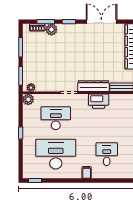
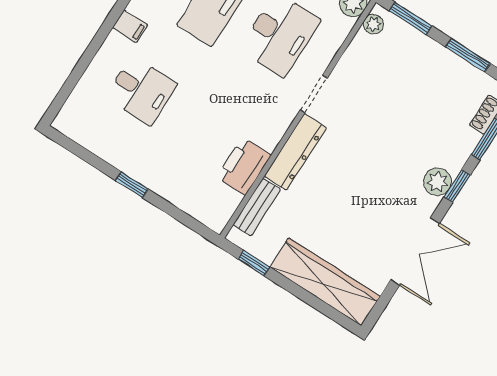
plant: (51, 30) -> (437, 182), moved
printer: (99, 101) -> (244, 166), moved

